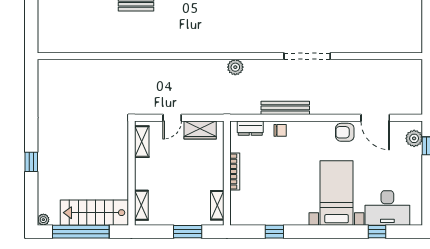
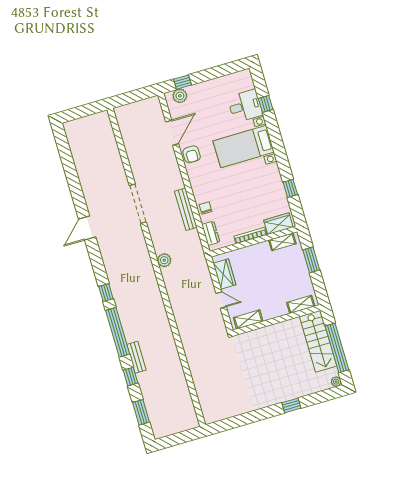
wardrobe: (239, 207) -> (278, 224), added
desk: (387, 208) -> (245, 106), width x0.73

